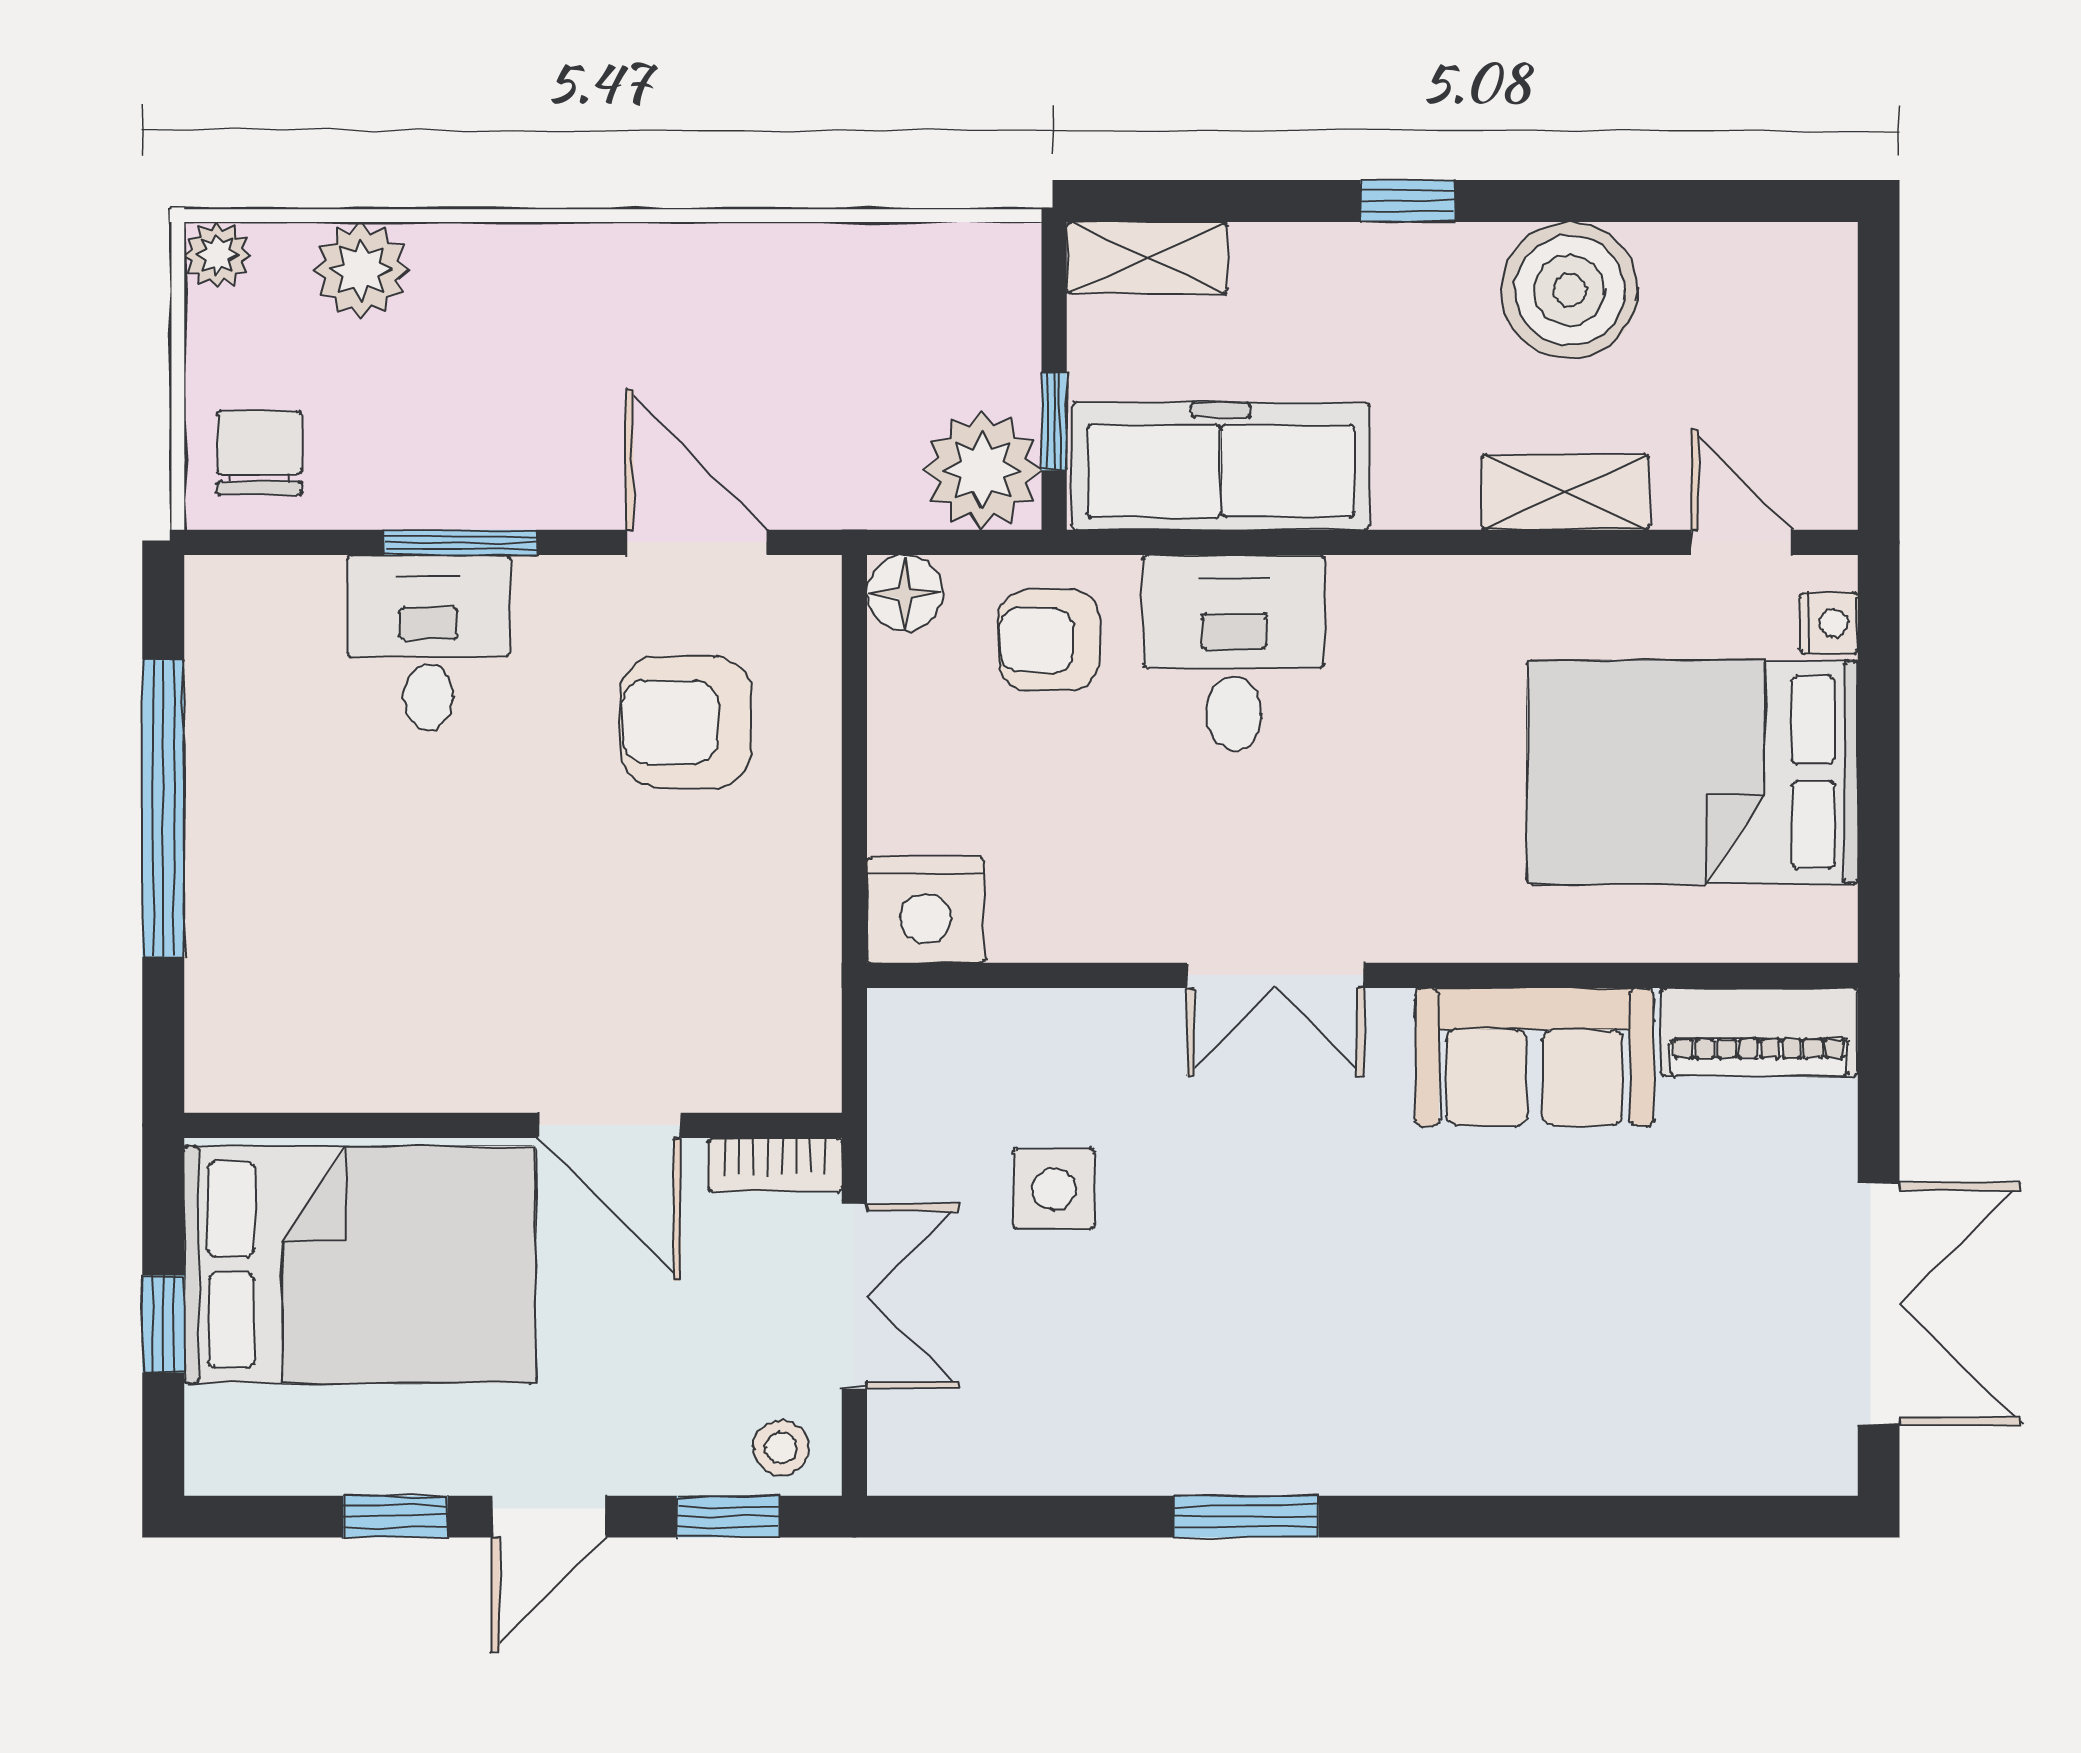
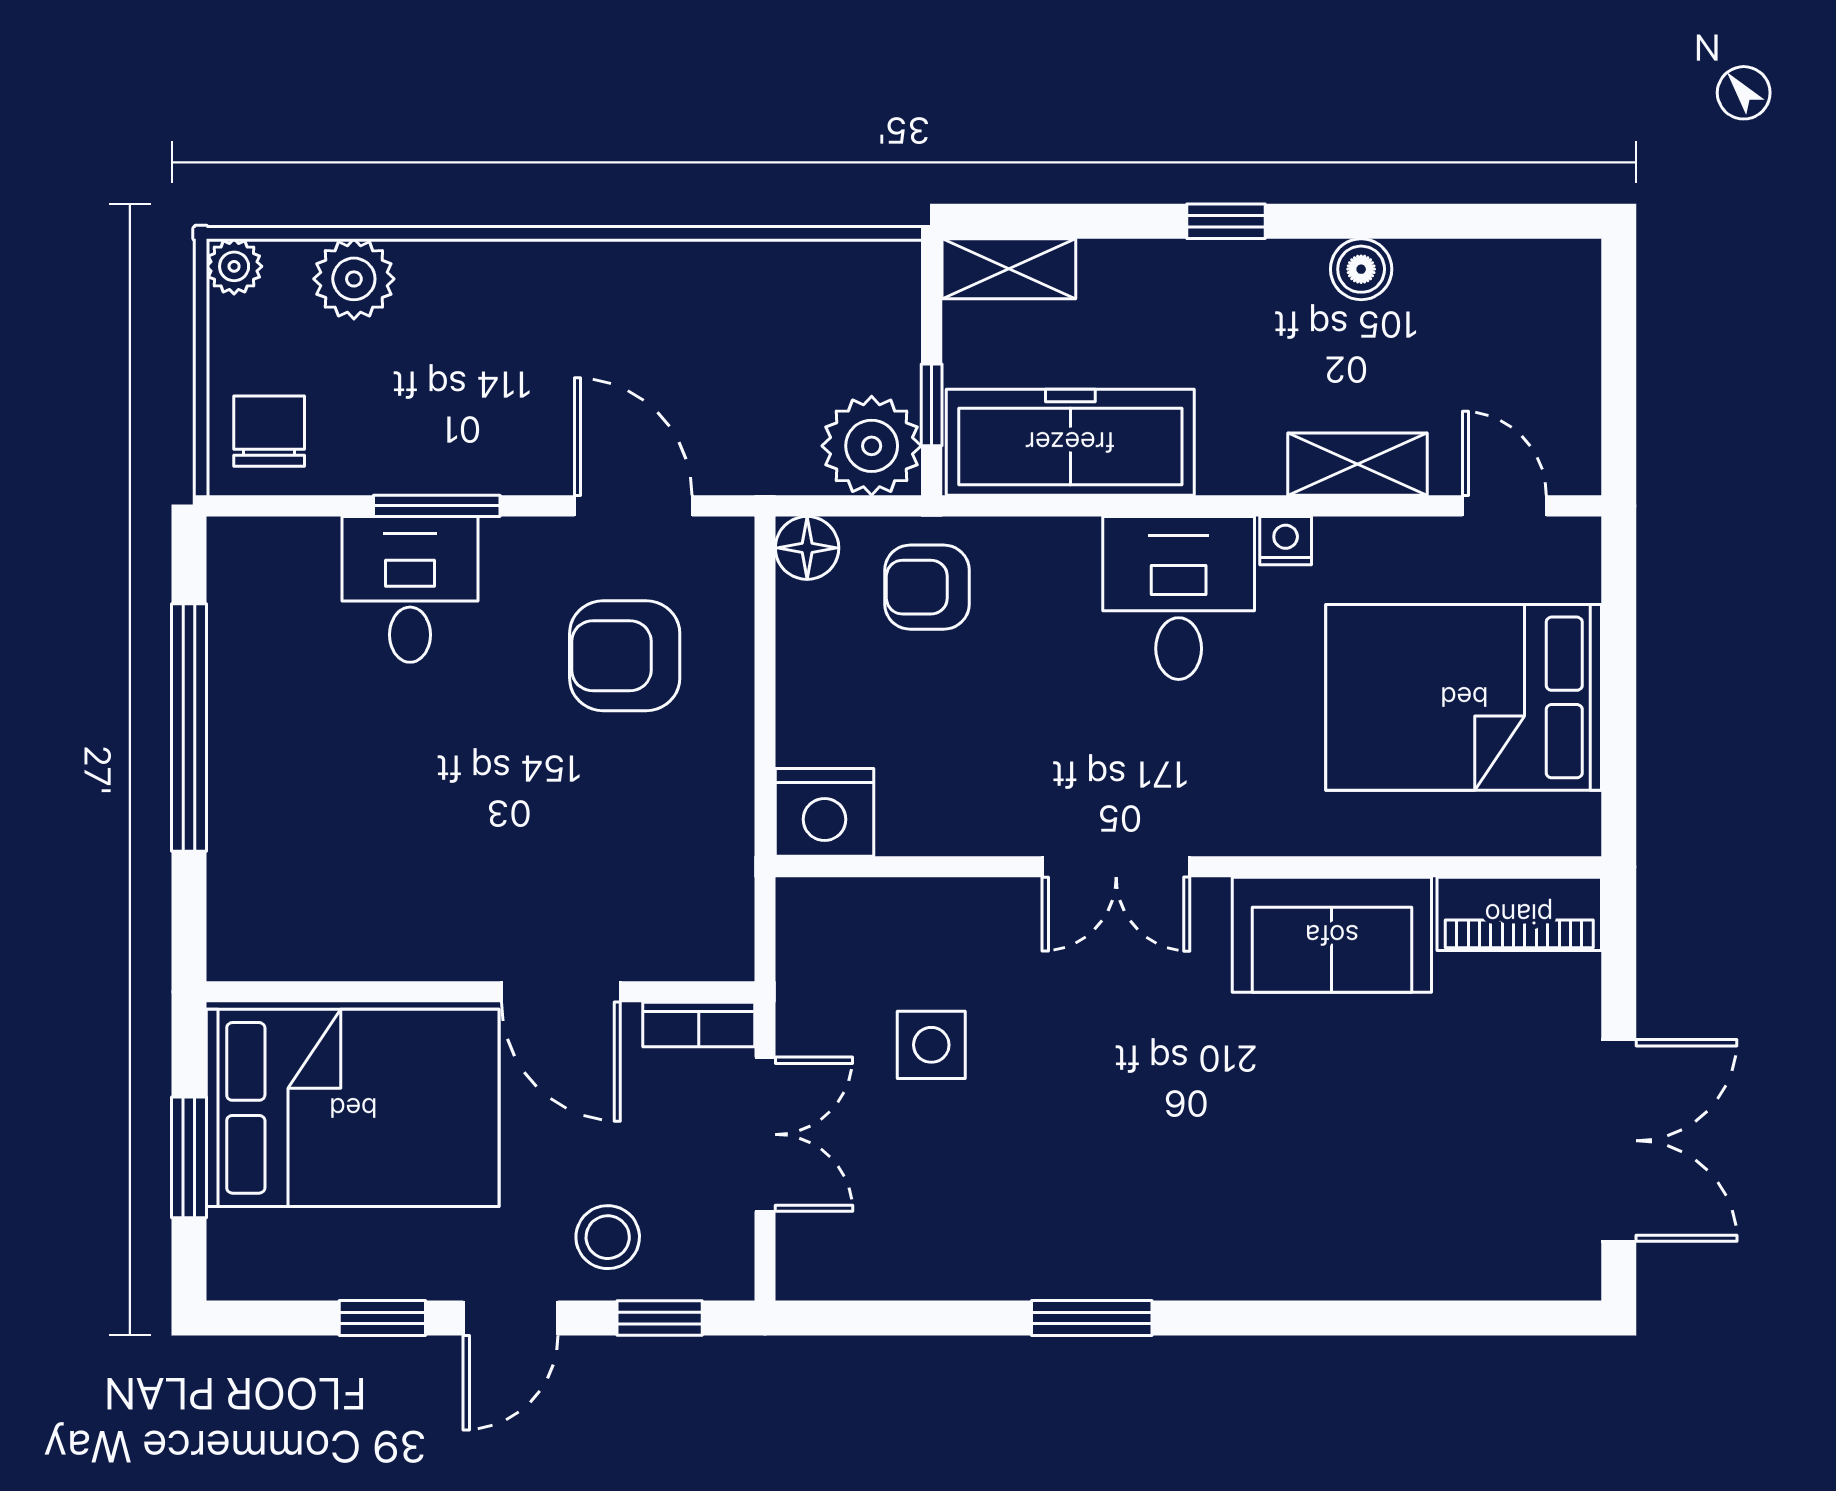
boiler: (1569, 290) -> (1361, 269), width x0.54, depth x0.54
nightstand: (1829, 623) -> (1286, 541), moved, turned -90
desk: (1234, 653) -> (1179, 598), moved
window: (163, 1324) -> (189, 1157), width x1.50
stool: (781, 1448) -> (608, 1237), moved, width x1.37, depth x1.37

